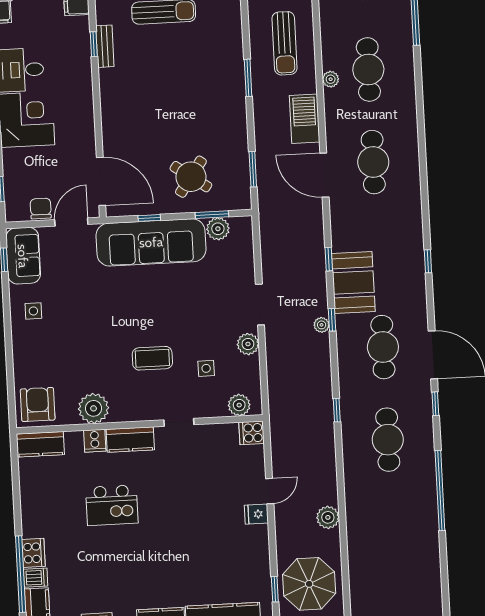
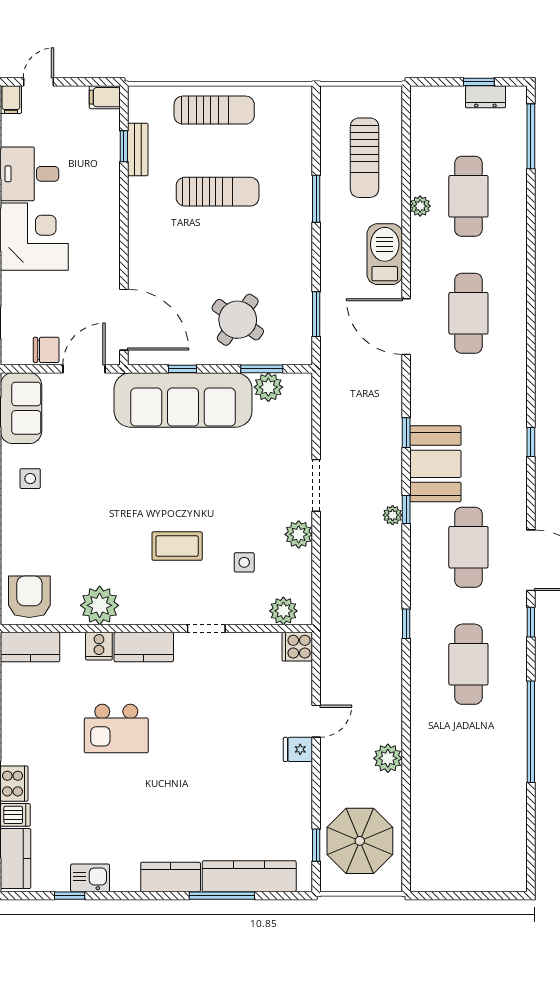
sun lounger: (170, 76) -> (218, 192), added
chair: (41, 209) -> (46, 350), turned 90

